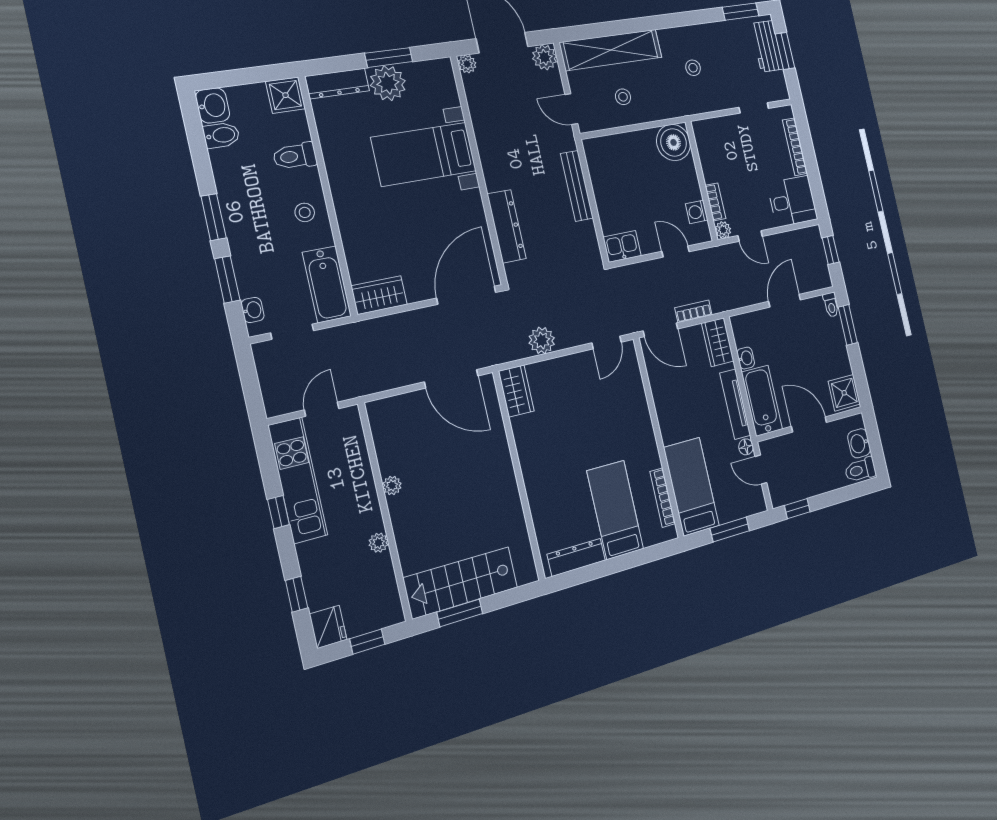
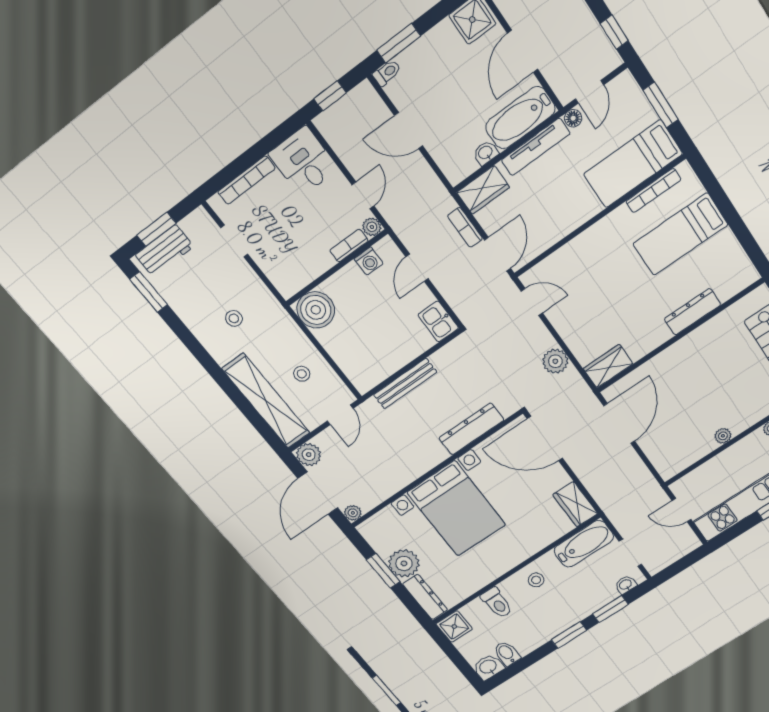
bed with nightstands: (424, 154) -> (456, 509), width x1.36
dresser: (576, 557) -> (692, 312), moved, turned 90

